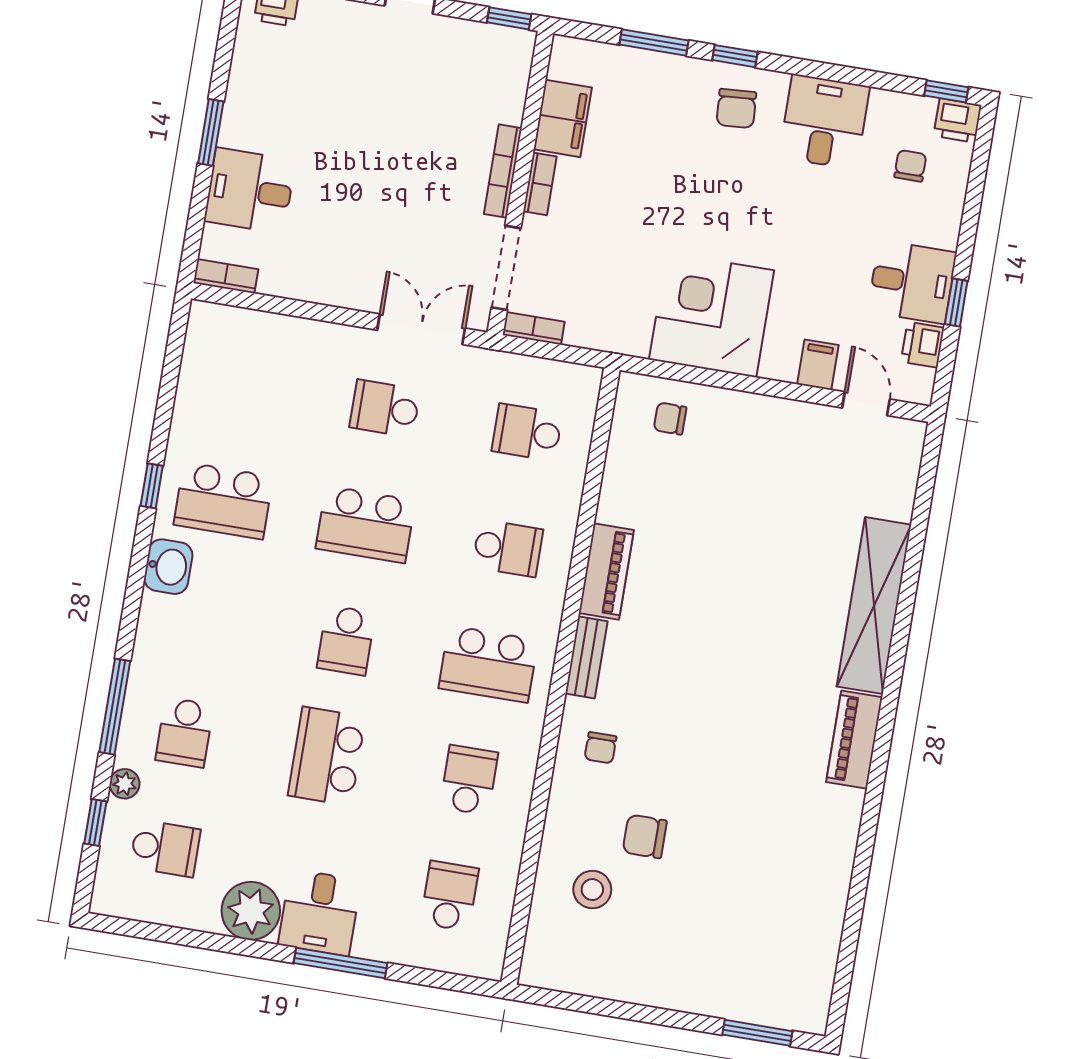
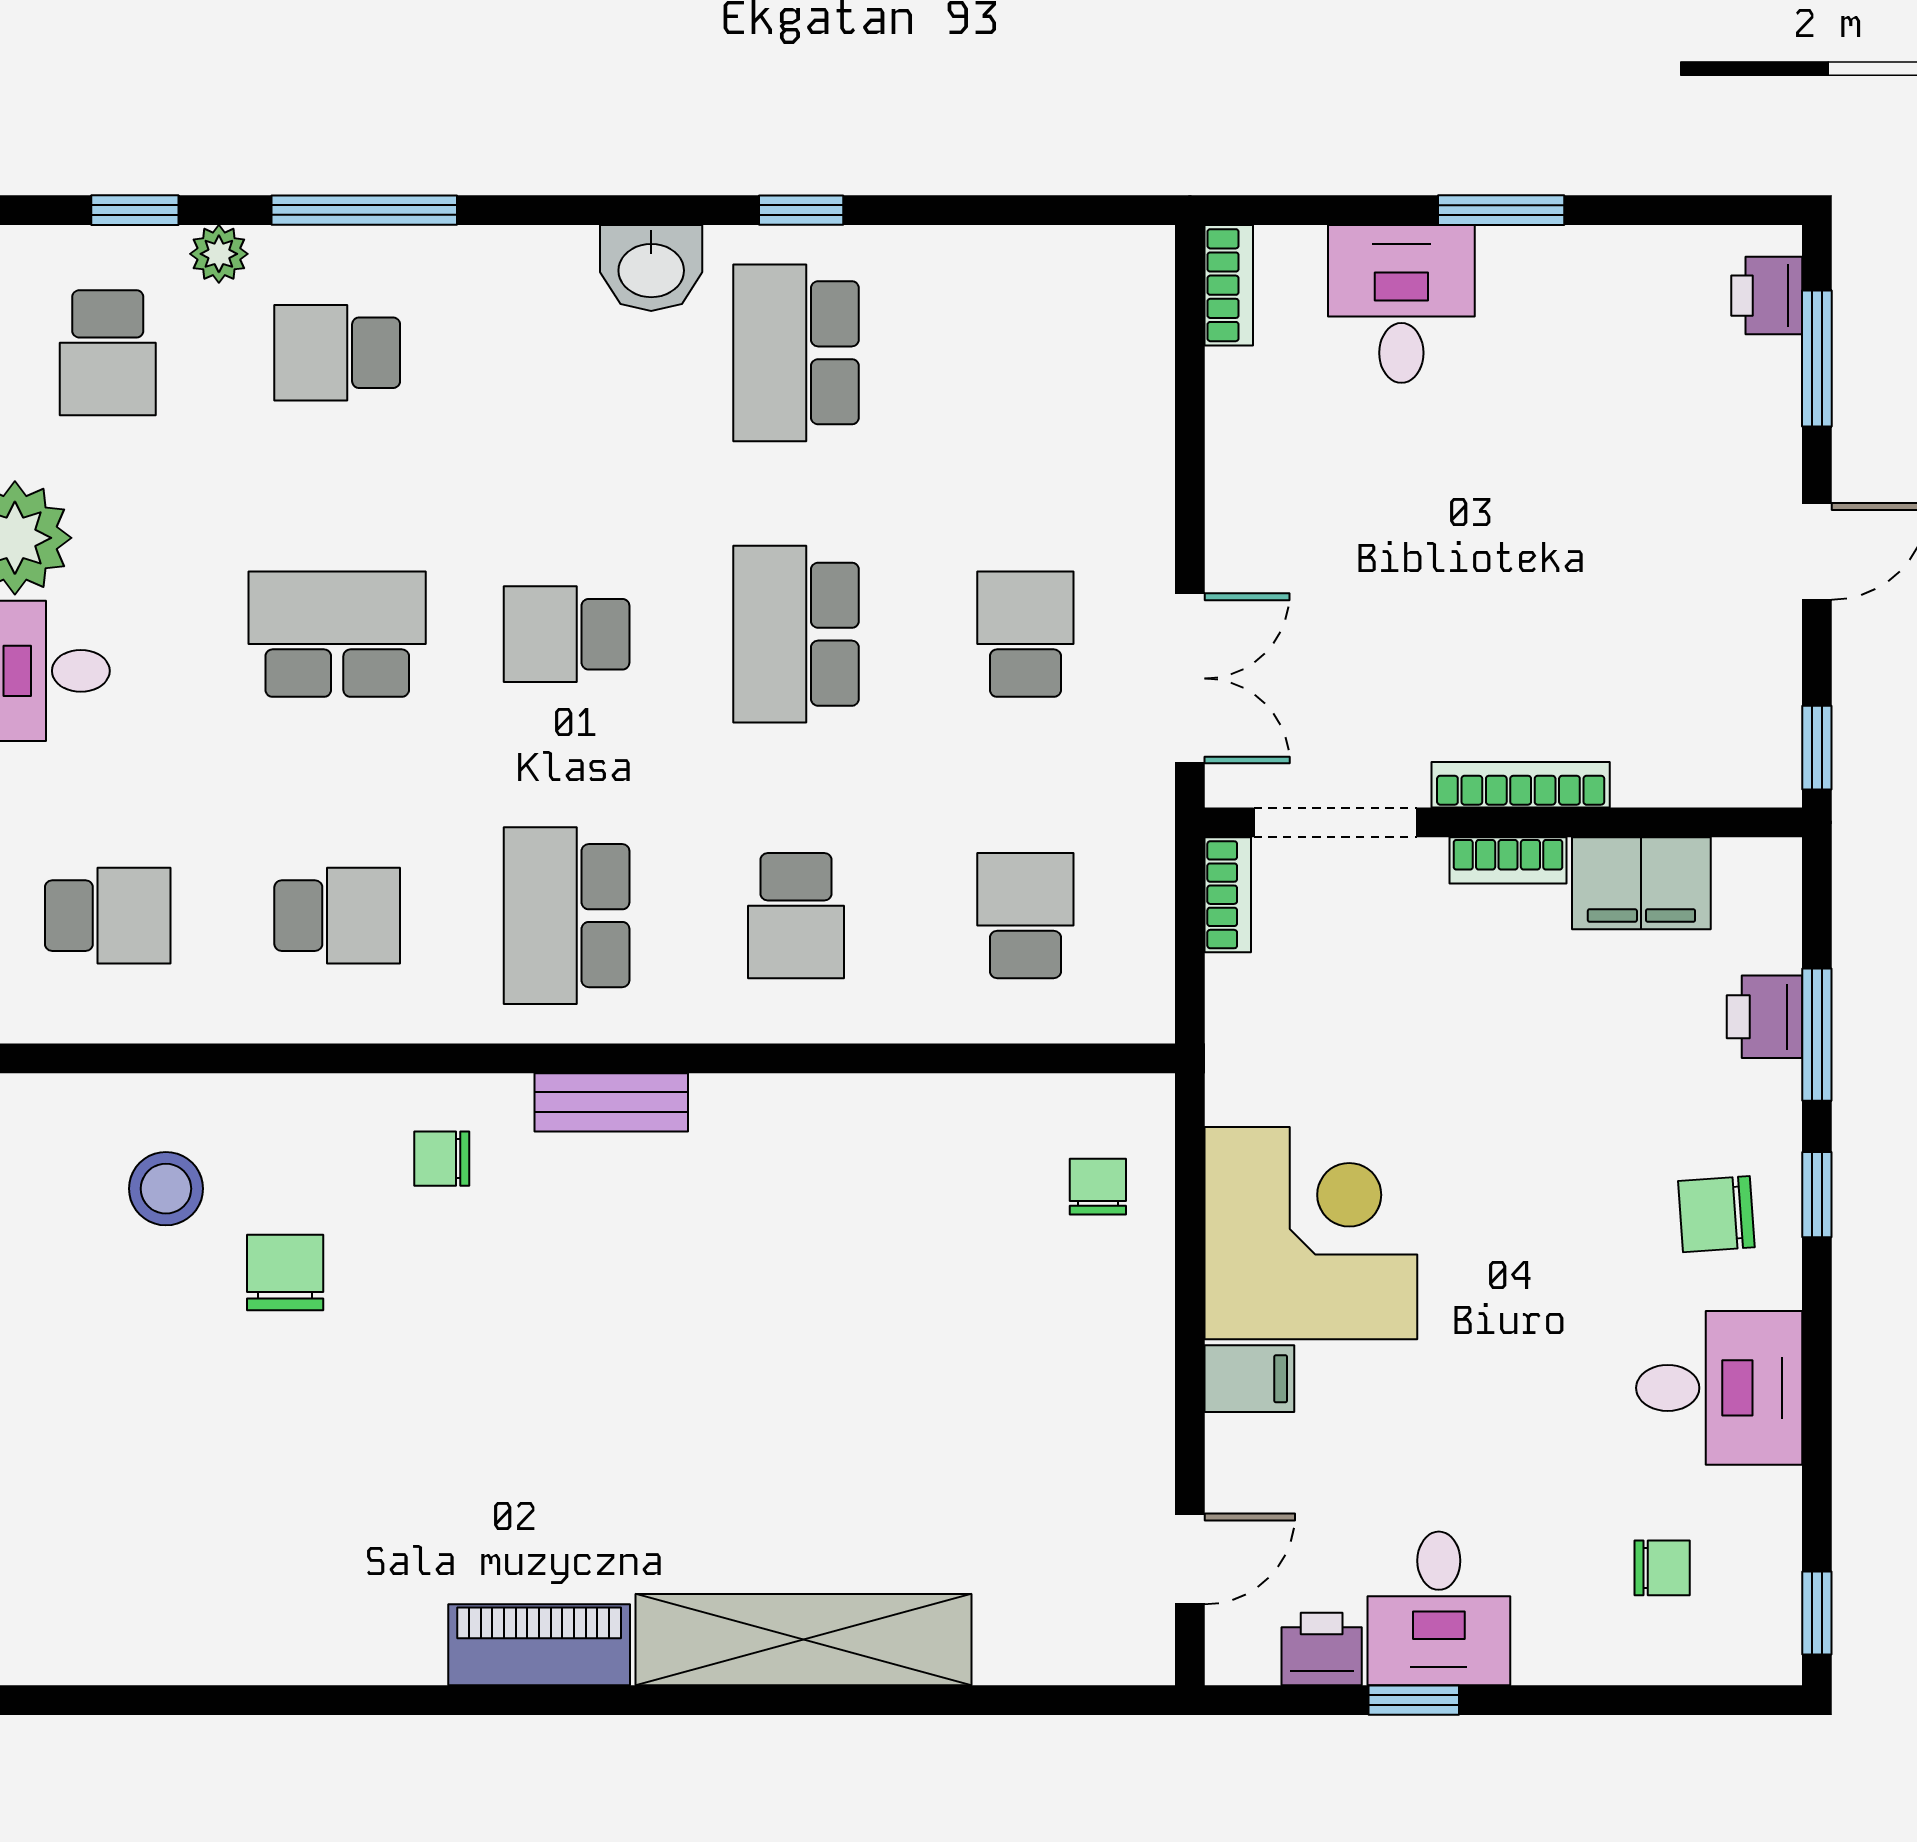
printer: (957, 120) -> (1765, 1017), moved
filing cabinet: (818, 365) -> (1249, 1379), moved
piano: (606, 572) -> (783, 1113), removed

